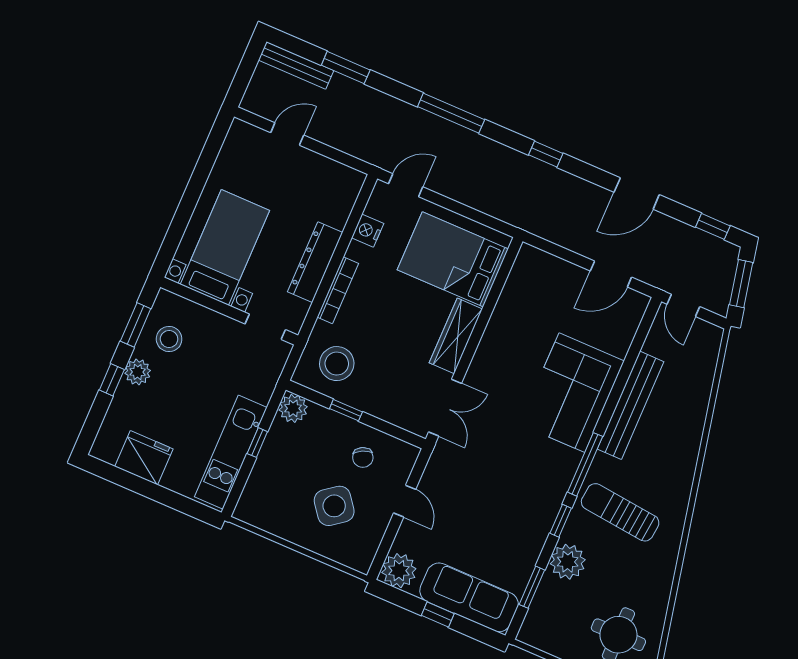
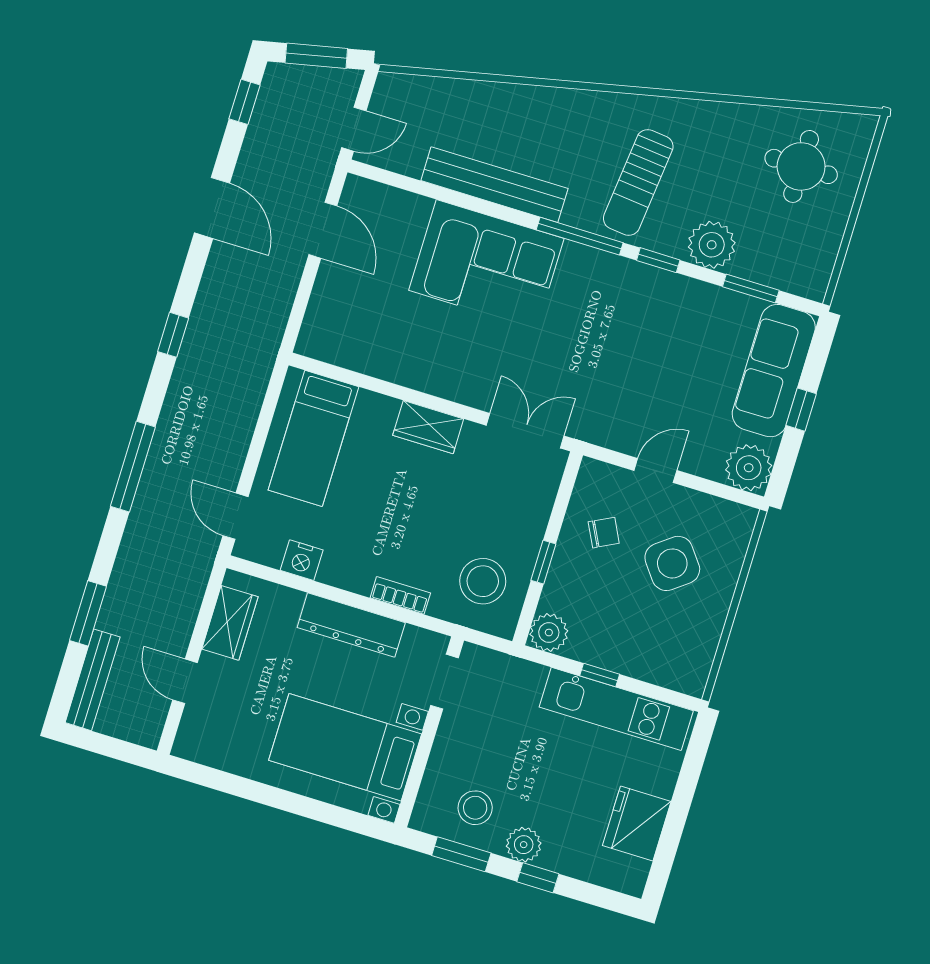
wardrobe: (327, 172) -> (230, 623), added
bed: (453, 259) -> (313, 438), width x0.67
bookcase: (338, 290) -> (400, 595), width x0.64
wardrobe: (456, 336) -> (428, 427), width x0.67

